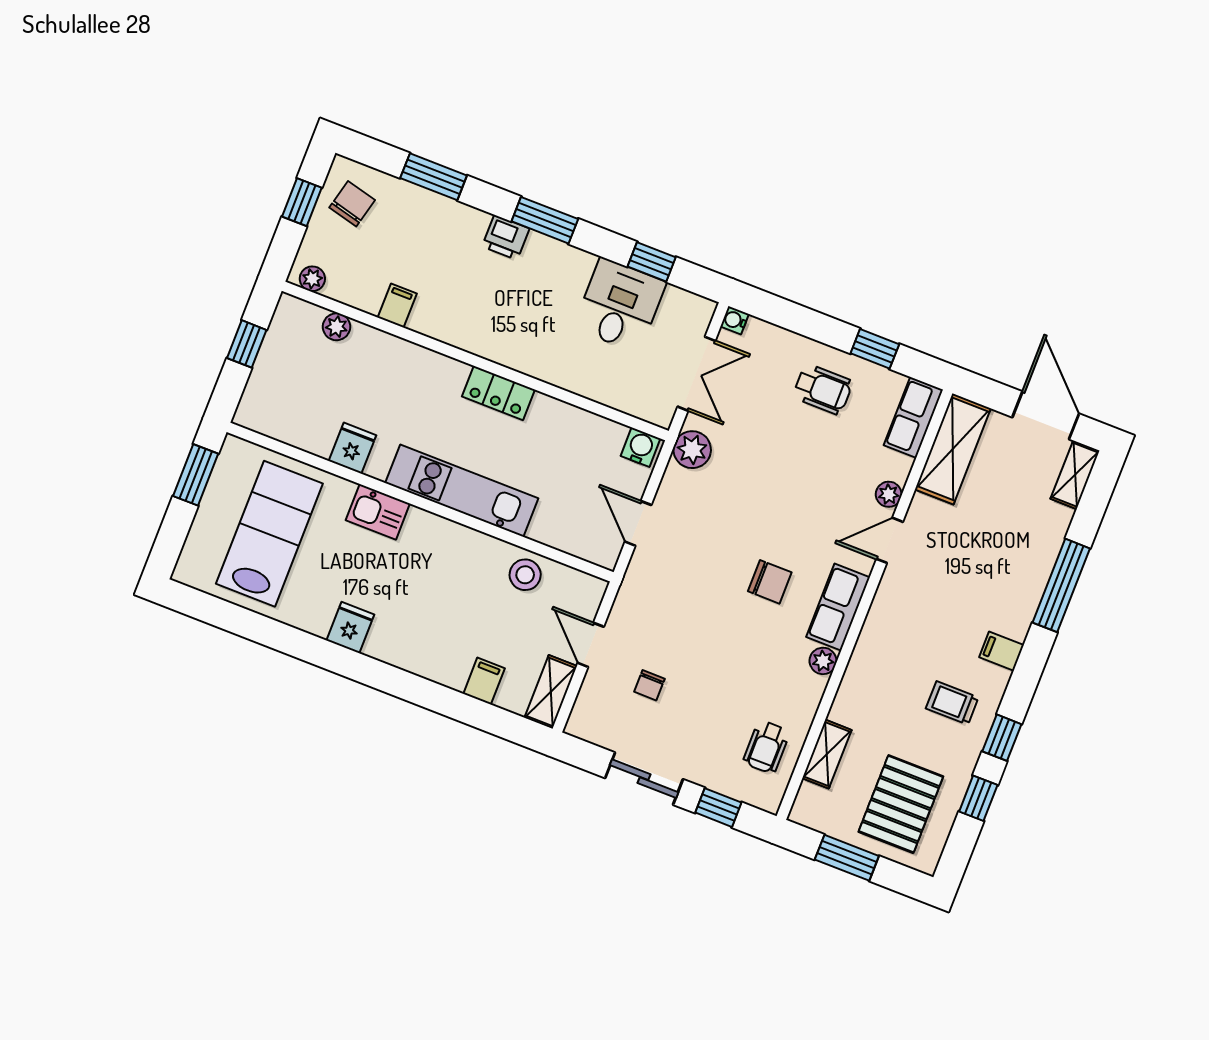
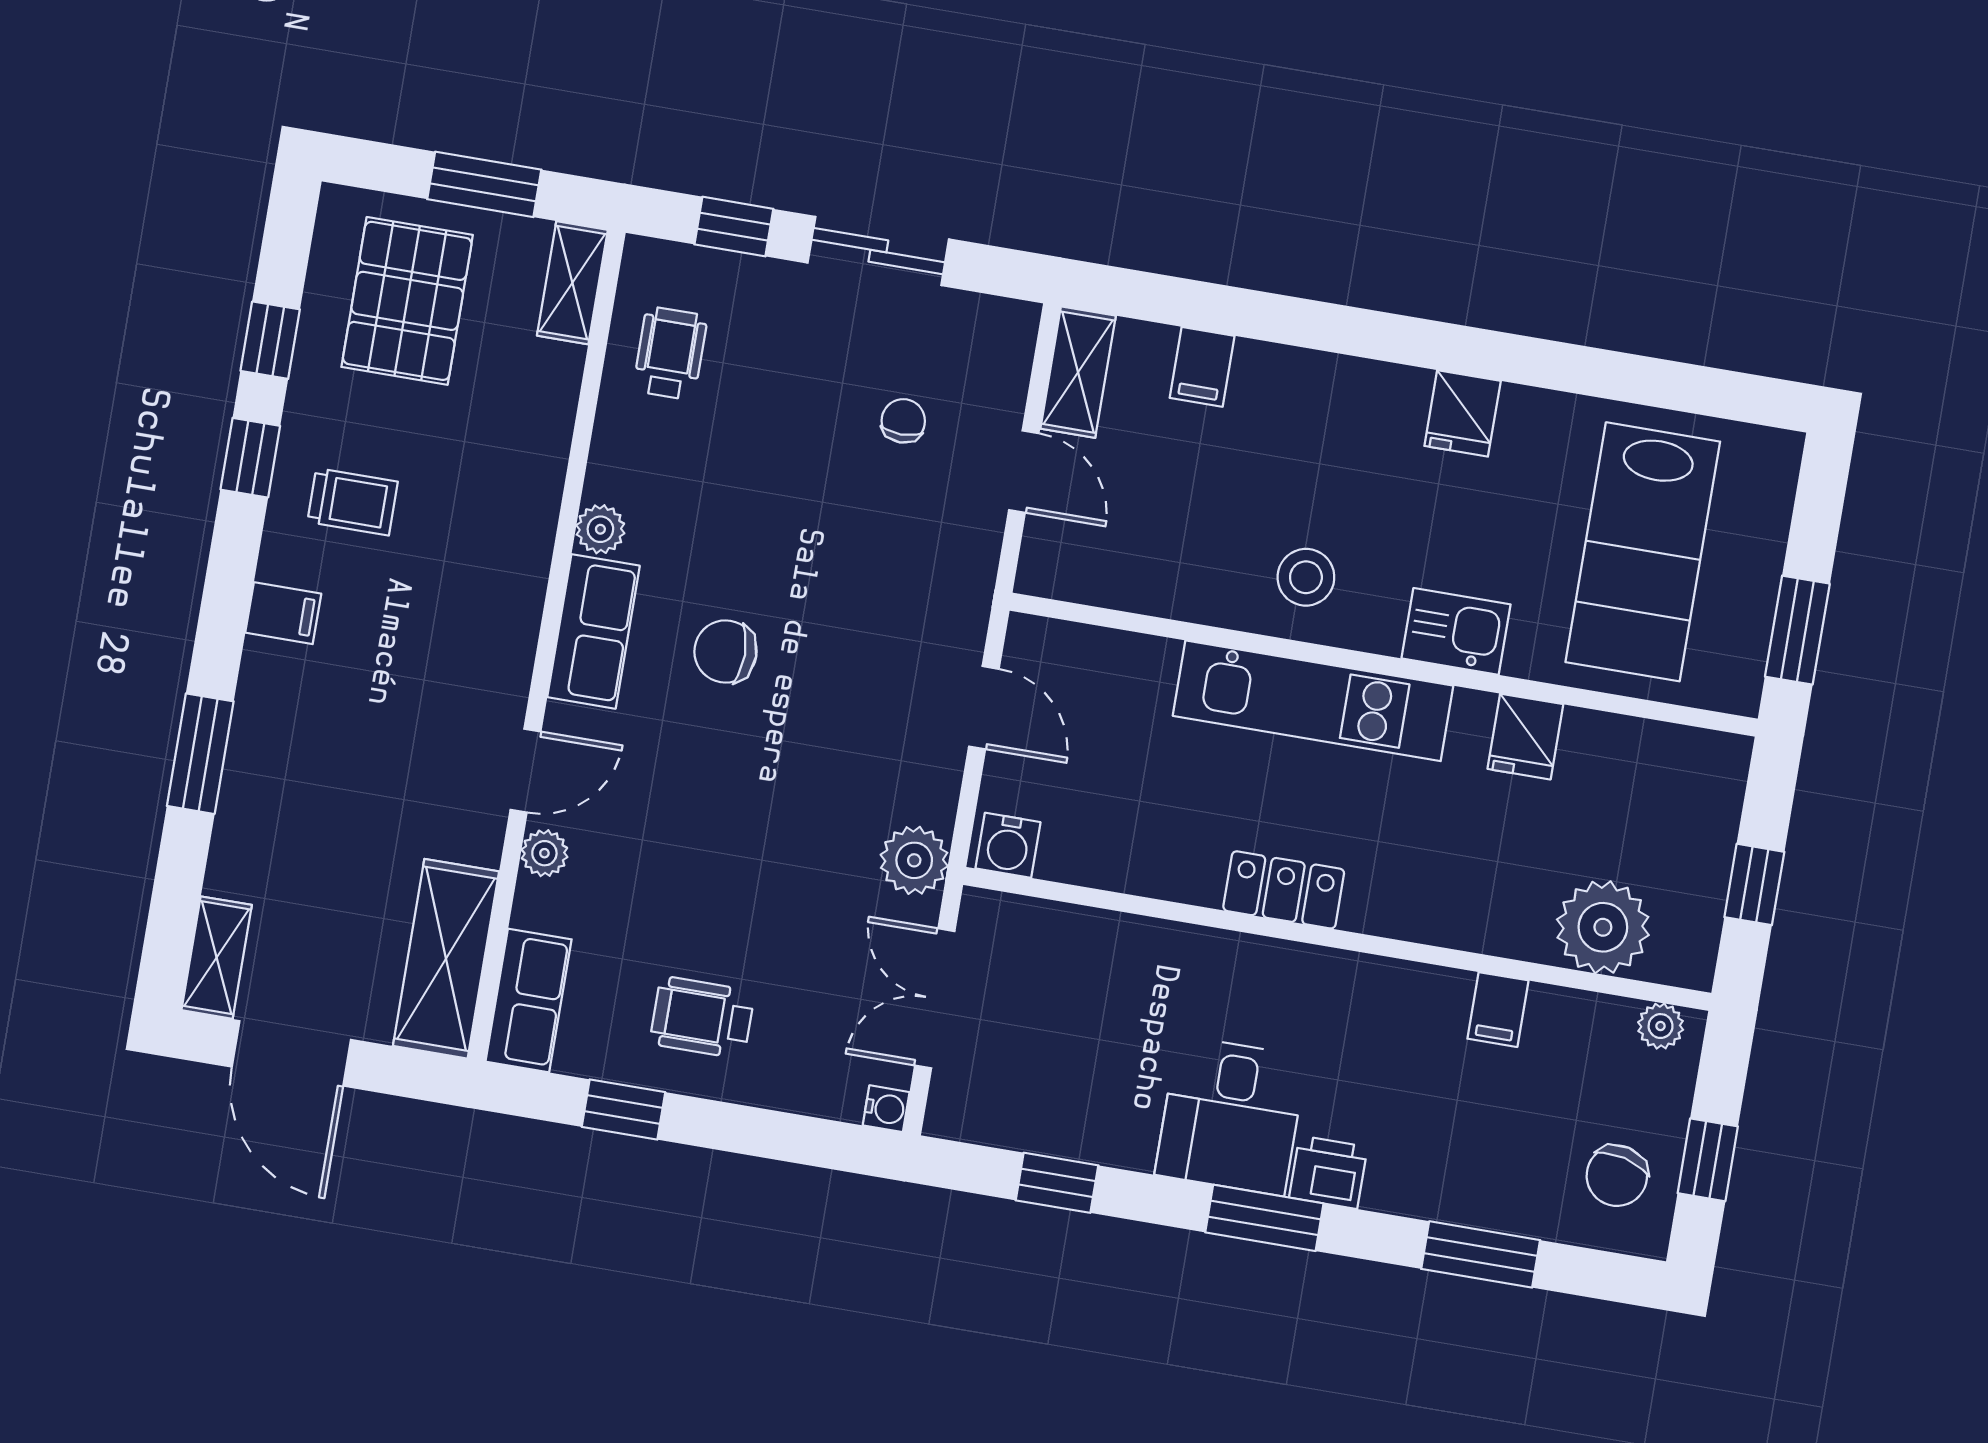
desk: (620, 305) -> (1231, 1116), moved
plant: (336, 327) -> (1603, 927), width x1.87, depth x1.87
stool: (525, 575) -> (1306, 577), moved
window: (1061, 585) -> (200, 754), width x0.69
shelving: (827, 754) -> (572, 283), moved

